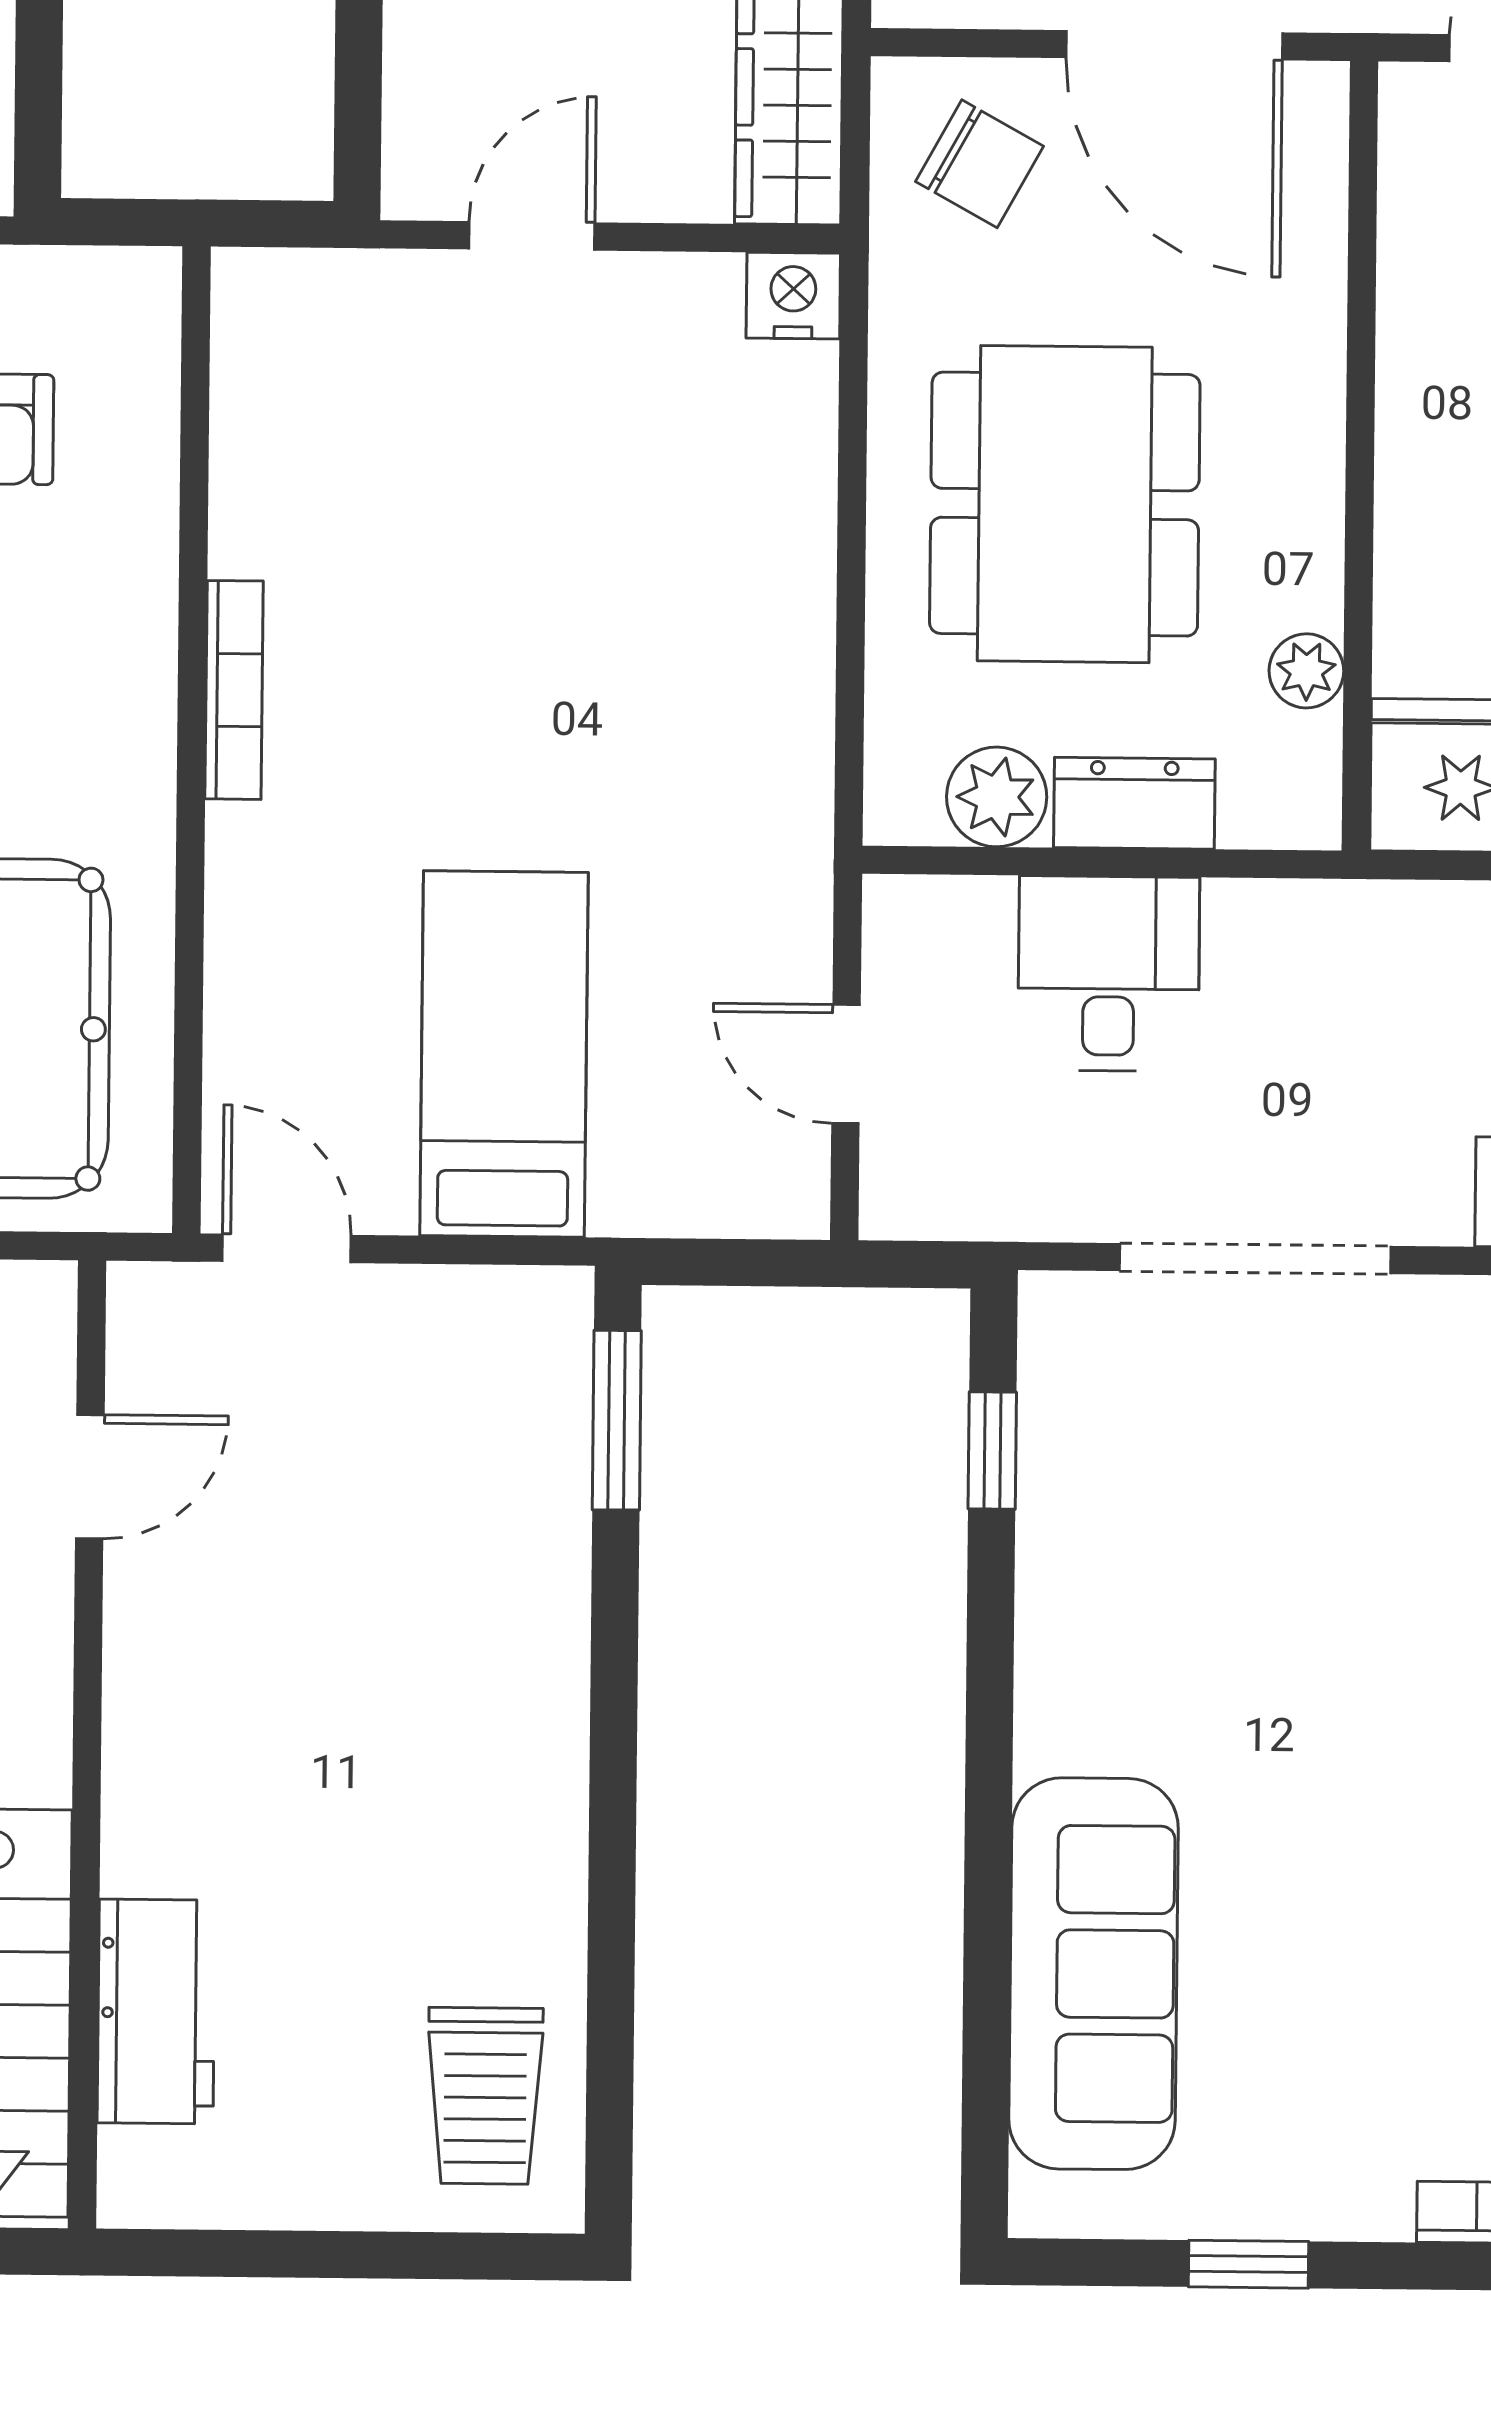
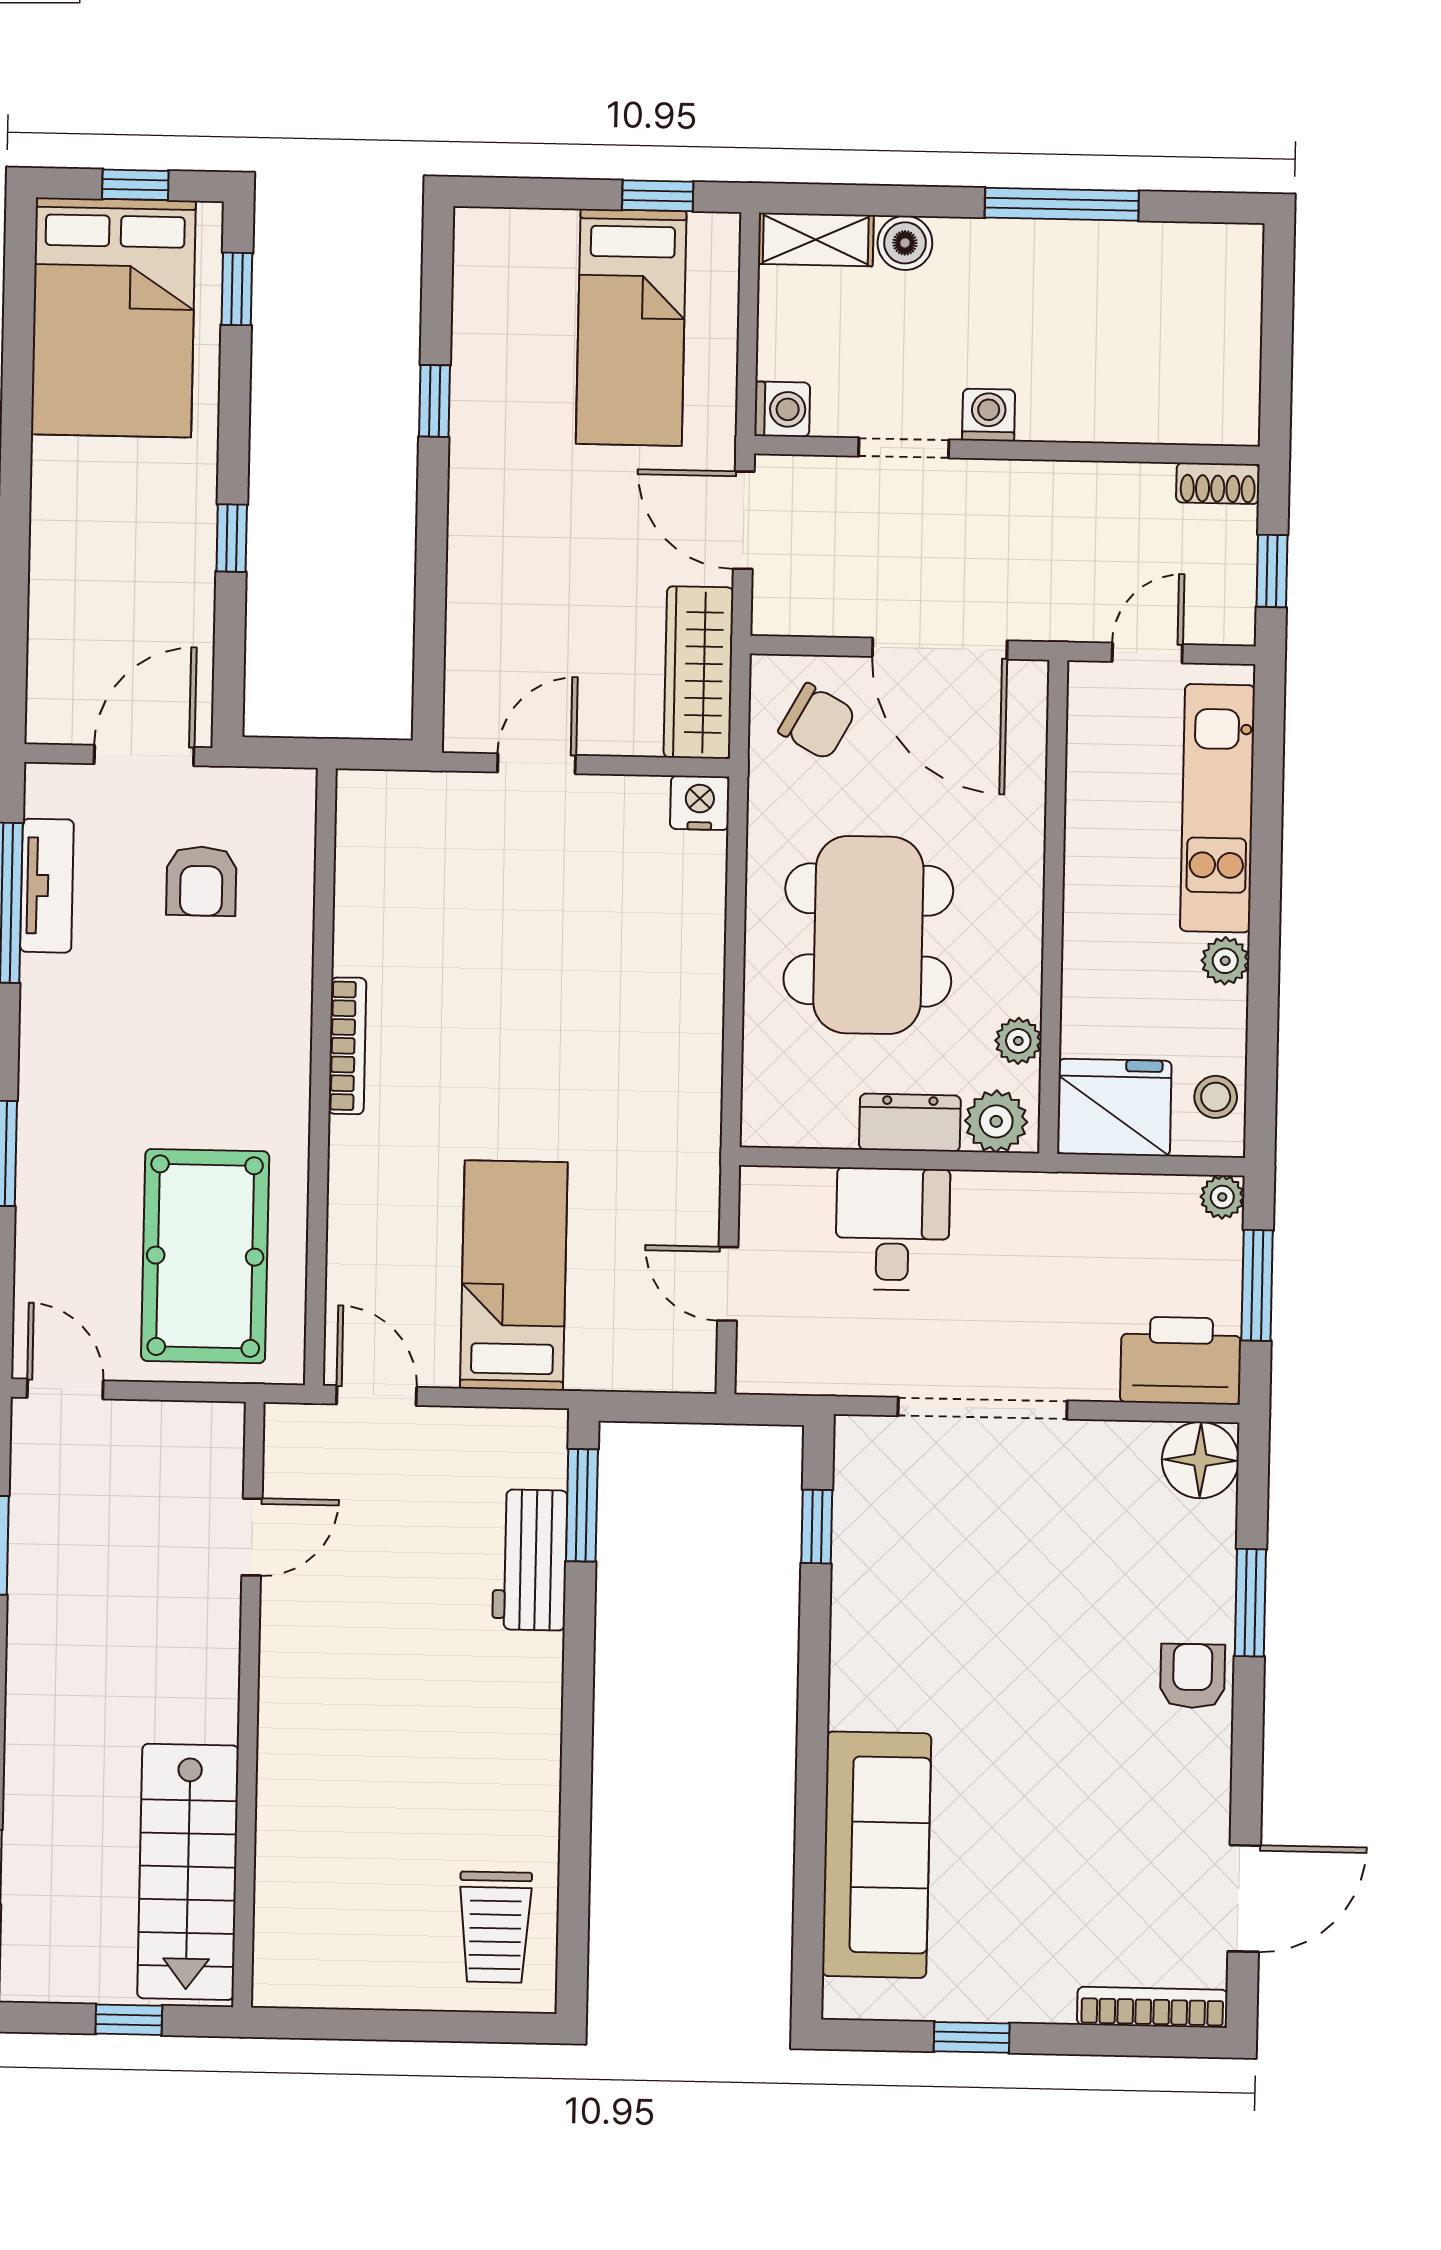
plant: (997, 797) -> (996, 1121), moved
workbench: (156, 2012) -> (530, 1560), moved, turned 180

